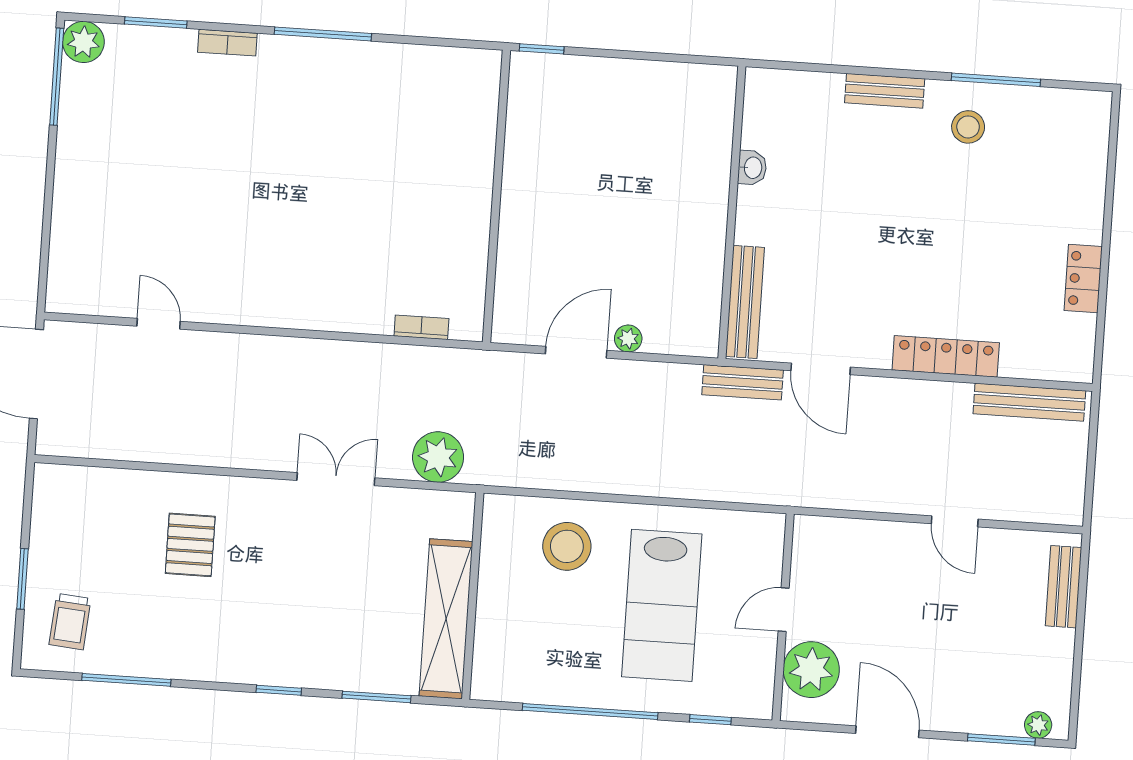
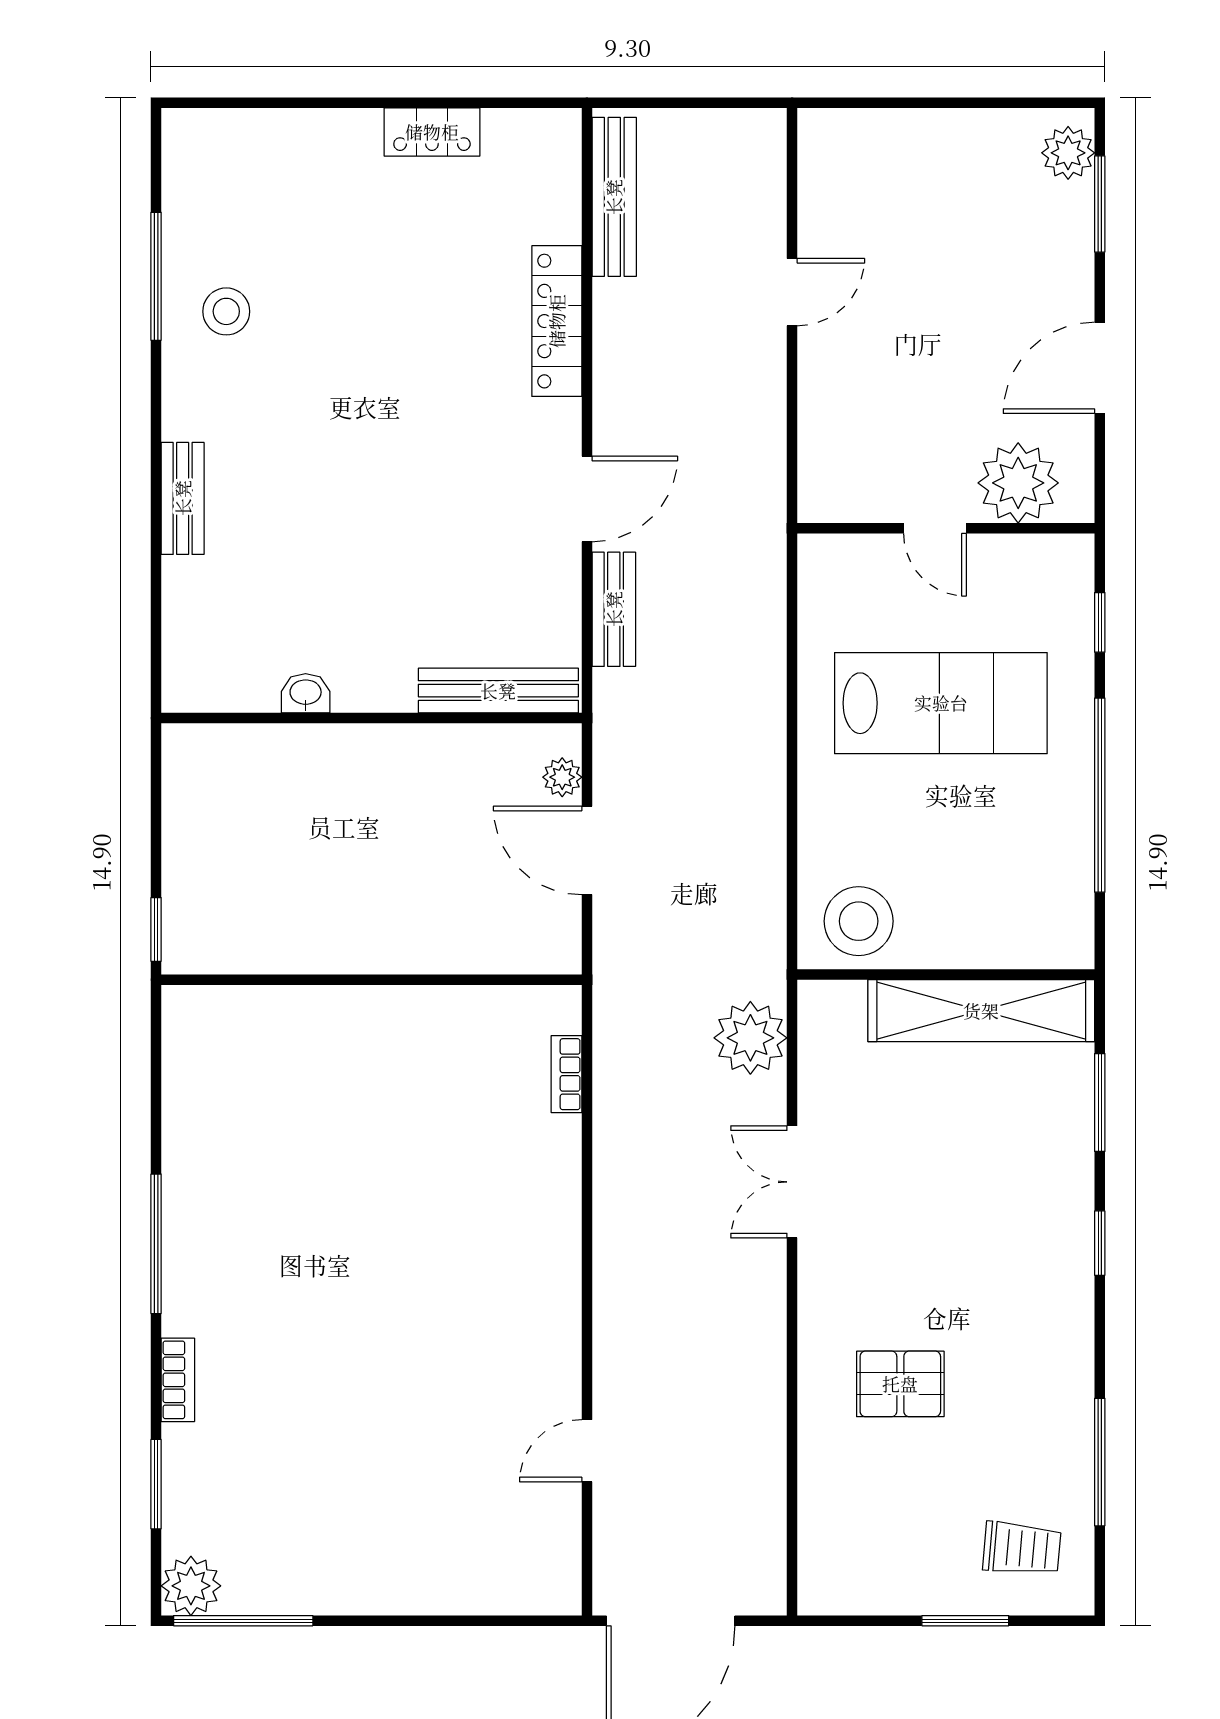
bench: (885, 91) -> (183, 498), moved
washbasin: (752, 168) -> (306, 693), moved
wall: (732, 212) -> (371, 718), moved
bench: (745, 302) -> (498, 691), moved
stool: (567, 546) -> (859, 921), moved
bench: (1064, 587) -> (875, 130), removed
plant: (1038, 725) -> (1068, 153), width x1.38, depth x1.38

